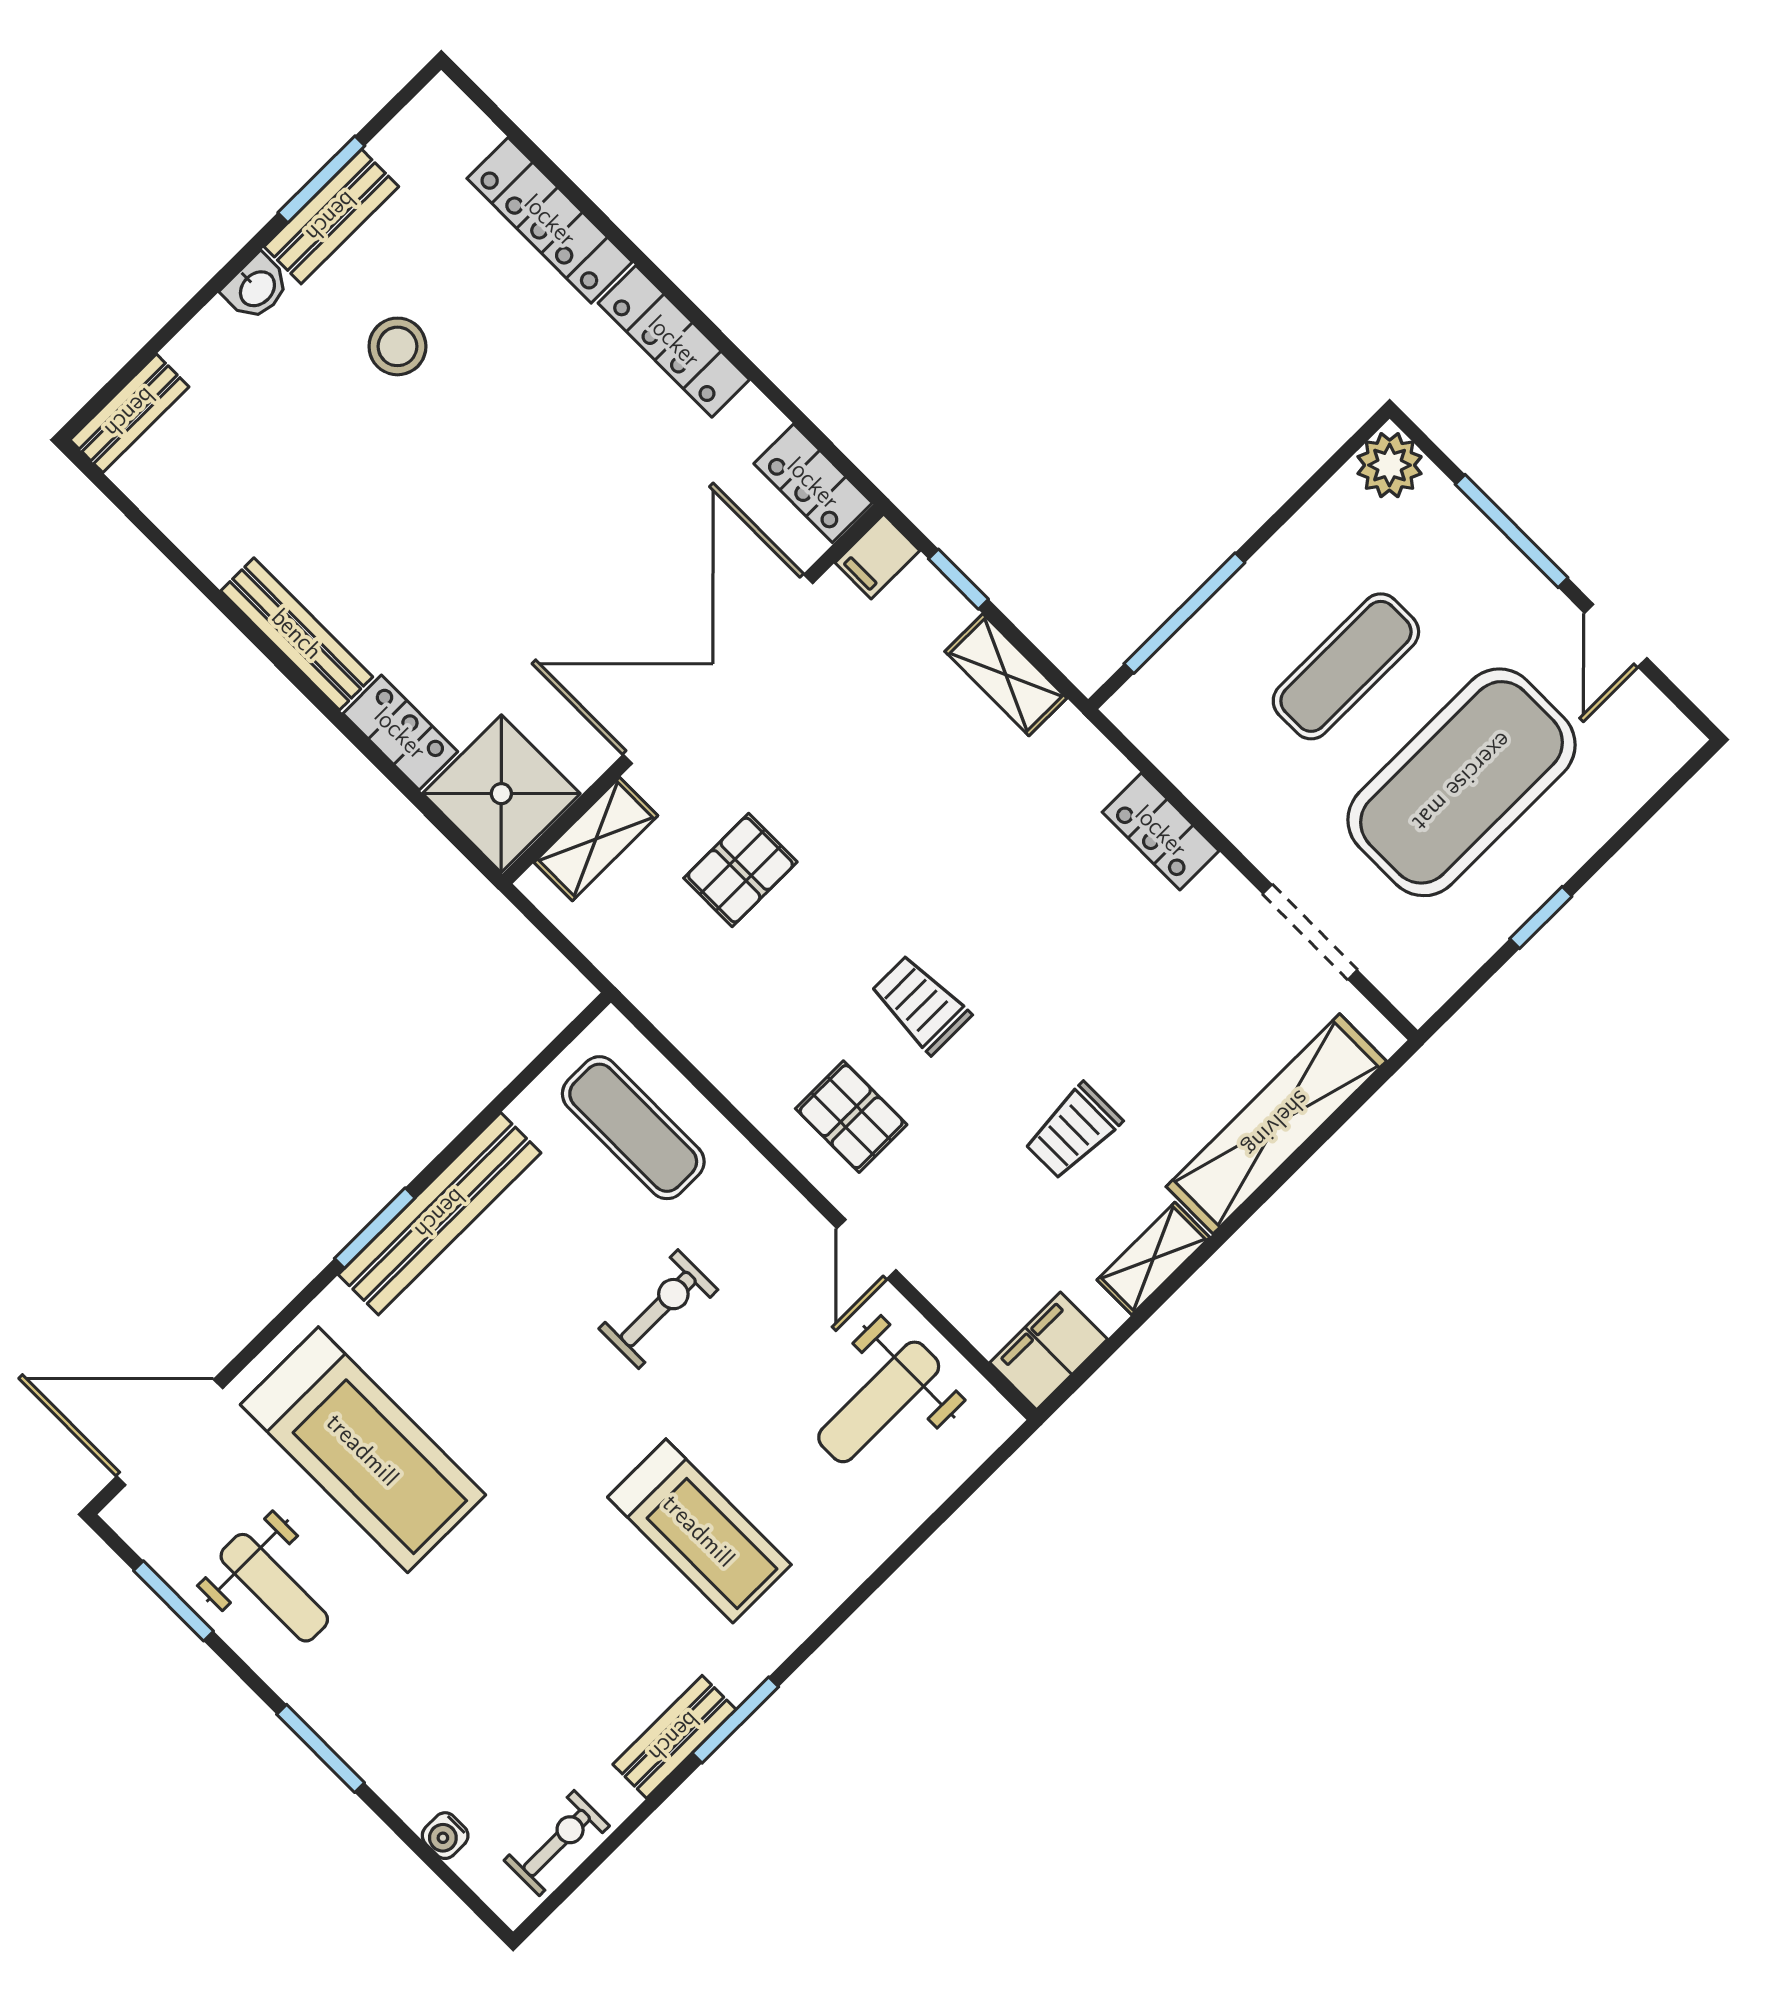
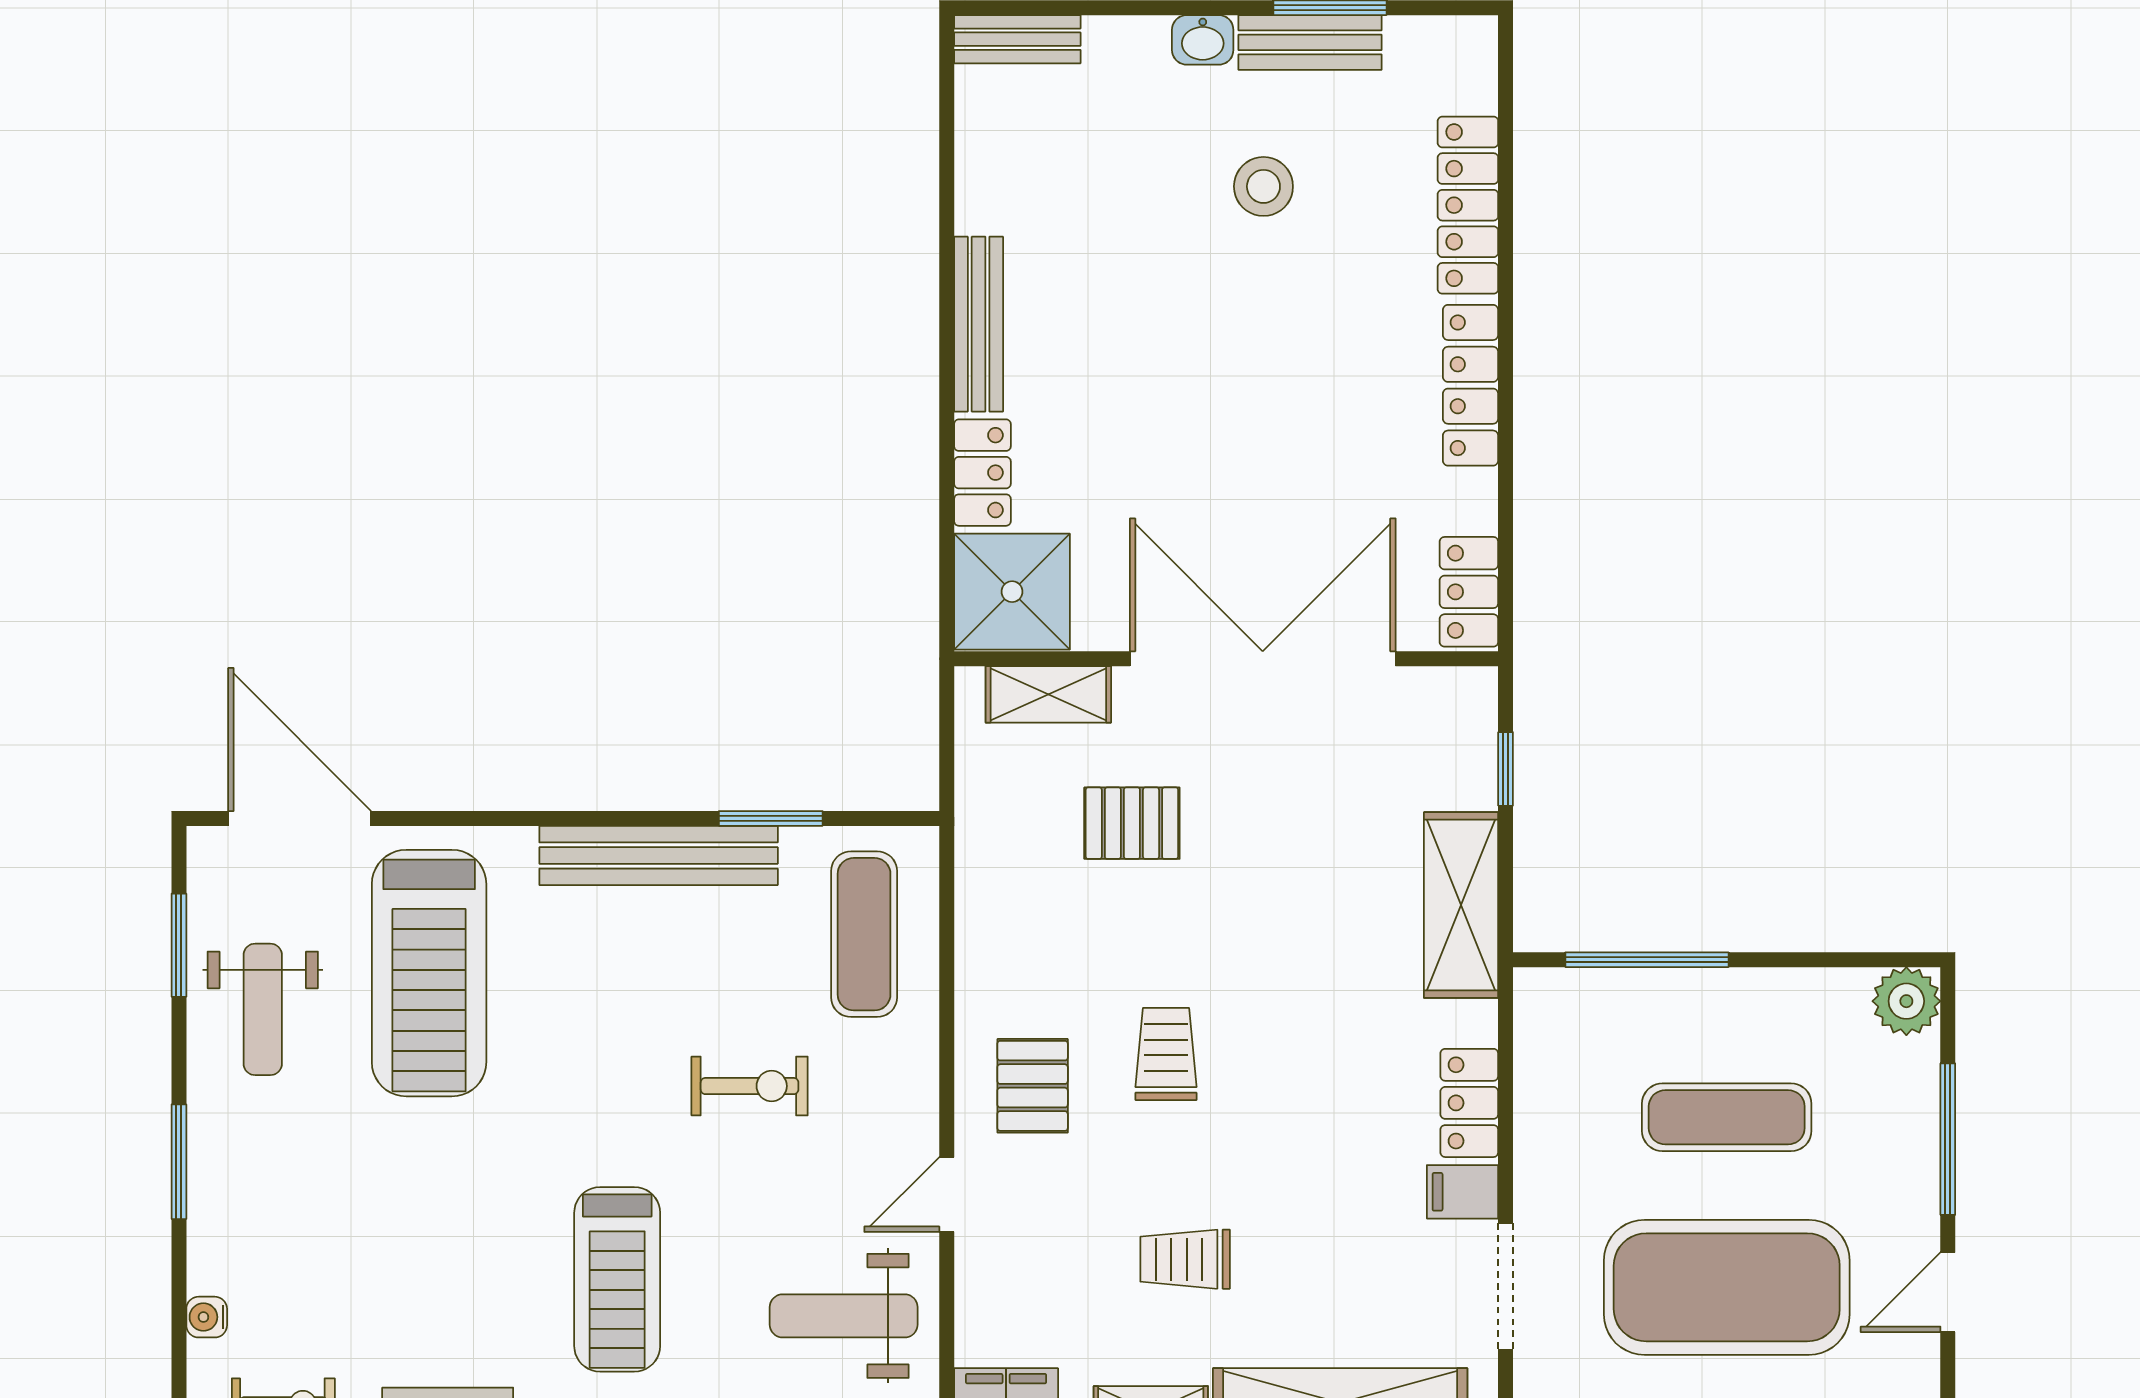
filing cabinet: (877, 557) -> (1463, 1192), moved
shelving: (1006, 675) -> (1461, 905), width x1.50, depth x1.33
window: (375, 1228) -> (771, 818), moved

